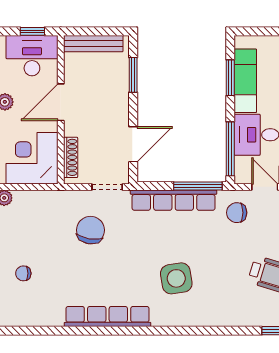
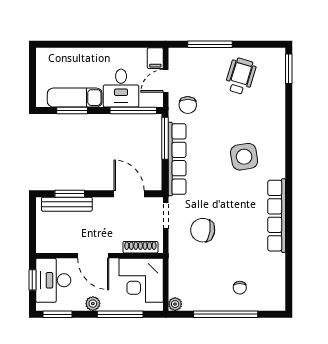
bench: (93, 44) -> (67, 204), moved, turned 90

